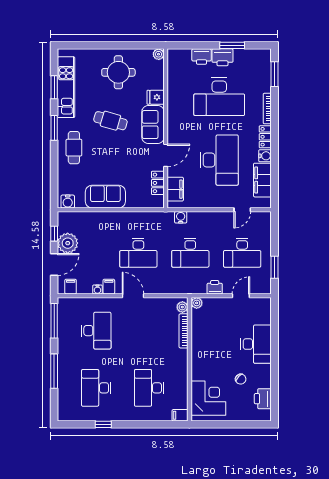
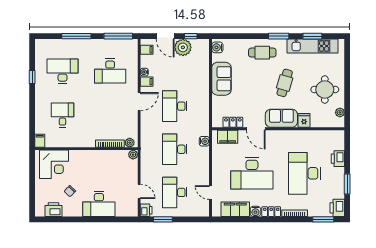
plant: (159, 54) -> (340, 112), moved
printer: (222, 57) -> (337, 208), moved
printer: (215, 287) -> (146, 210), moved
desk: (149, 388) -> (62, 115), width x0.73

